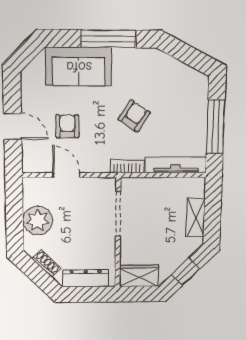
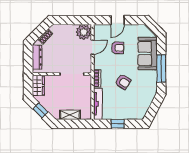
window: (216, 127) -> (118, 124), width x0.46
plant: (38, 220) -> (84, 32), moved

